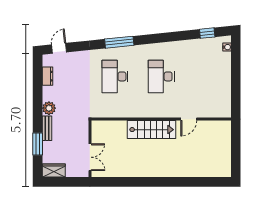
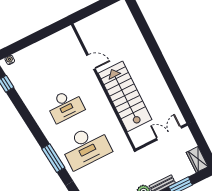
desk: (115, 76) -> (86, 147), width x1.36, depth x1.30
stairs: (151, 130) -> (125, 96), width x1.36, depth x1.51

